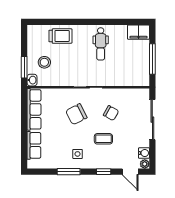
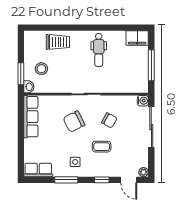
row of seats: (34, 145) -> (38, 170), moved, turned -90
water cooler: (144, 153) -> (143, 101), moved

